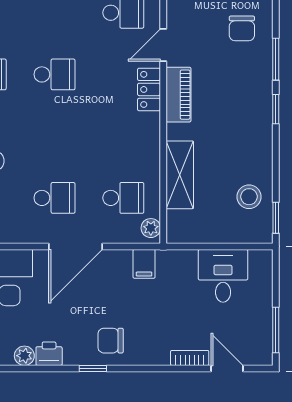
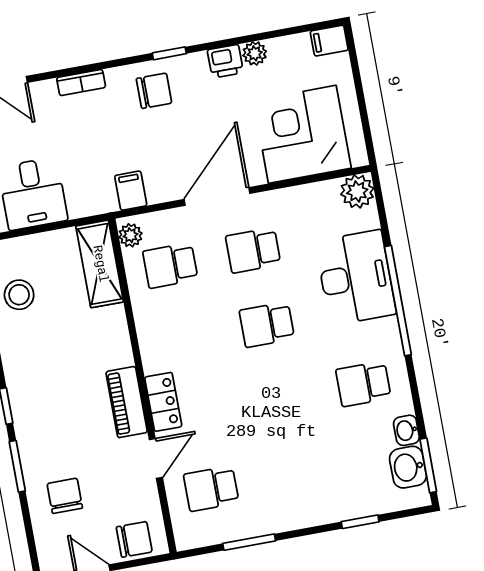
school desk: (54, 74) -> (267, 325), moved
shelving: (180, 175) -> (100, 264), moved
bookcase: (190, 358) -> (81, 83), moved

